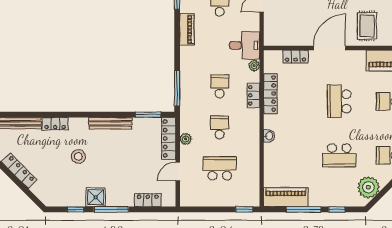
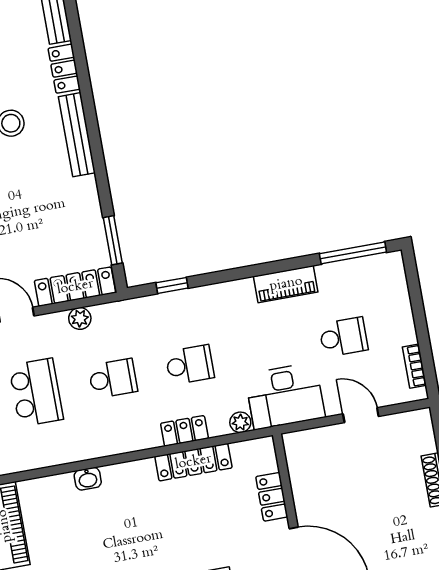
desk: (245, 45) -> (285, 396), width x1.37
window: (177, 88) -> (172, 285), width x0.46
bench: (110, 123) -> (77, 135), moved
washbasin: (269, 136) -> (88, 479), moved

